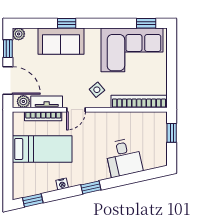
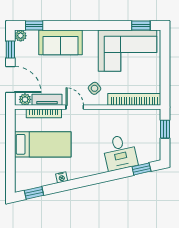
window: (67, 23) -> (34, 26), moved
door: (76, 110) -> (75, 107), swing flipped
window: (91, 187) -> (141, 169), moved

